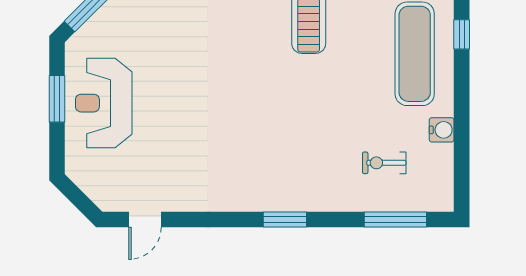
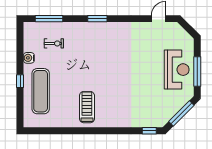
window: (462, 34) -> (20, 81), moved
window: (57, 99) -> (197, 72), width x1.44

